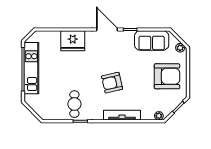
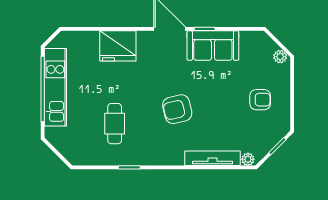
sofa: (152, 40) -> (213, 46), moved
armchair: (167, 76) -> (260, 100), width x0.53, depth x0.53
cafe table: (74, 104) -> (115, 124), moved
tv unit: (122, 115) -> (212, 158), moved

